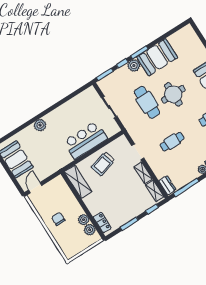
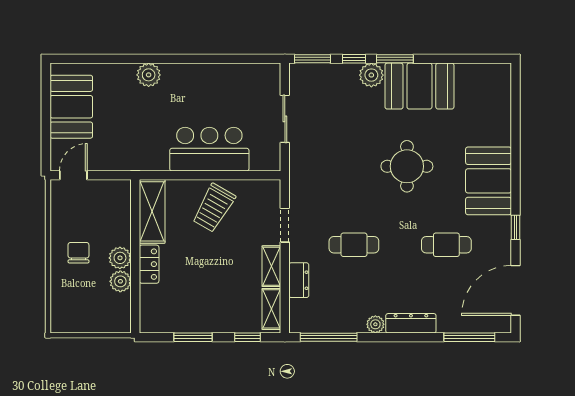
cafe table: (147, 102) -> (354, 151), removed
trolley: (103, 164) -> (214, 208), turned -44
dresser: (167, 185) -> (299, 280), moved
locker: (102, 222) -> (149, 264), moved
plant: (90, 230) -> (120, 258), moved

